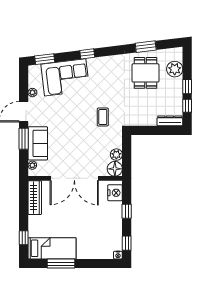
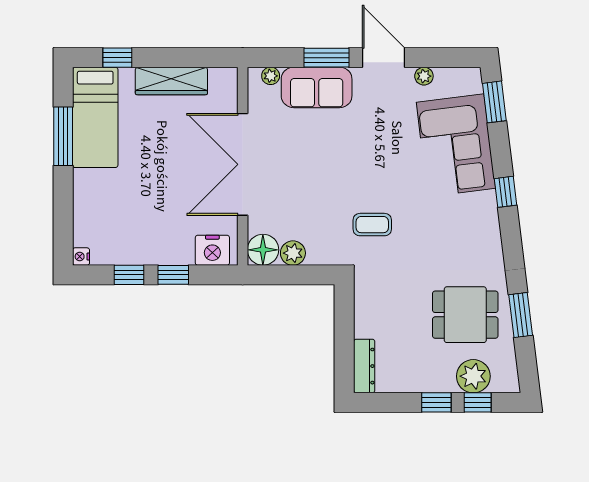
window: (187, 106) -> (478, 402), moved
wardrobe: (35, 198) -> (171, 81), moved
window: (127, 243) -> (129, 275), moved

